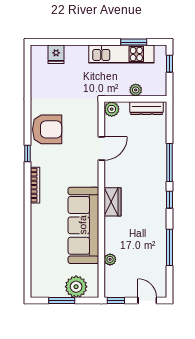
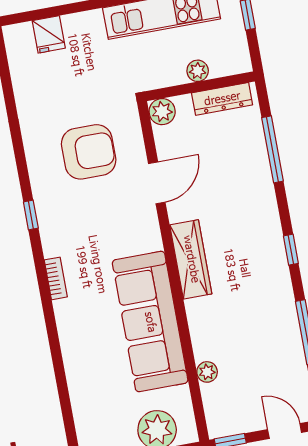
armchair: (47, 129) -> (89, 152), moved
window: (170, 163) -> (272, 149), moved
bookcase: (35, 185) -> (56, 278), width x0.64
wardrobe: (112, 202) -> (191, 259), width x1.50

